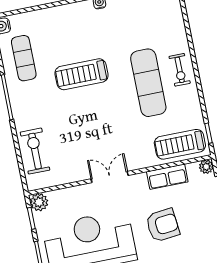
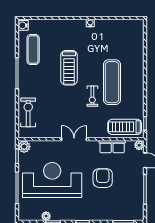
exercise bike: (180, 70) -> (92, 96), moved
treadmill: (81, 74) -> (69, 68), turned -90
armchair: (163, 225) -> (103, 178), turned -84

